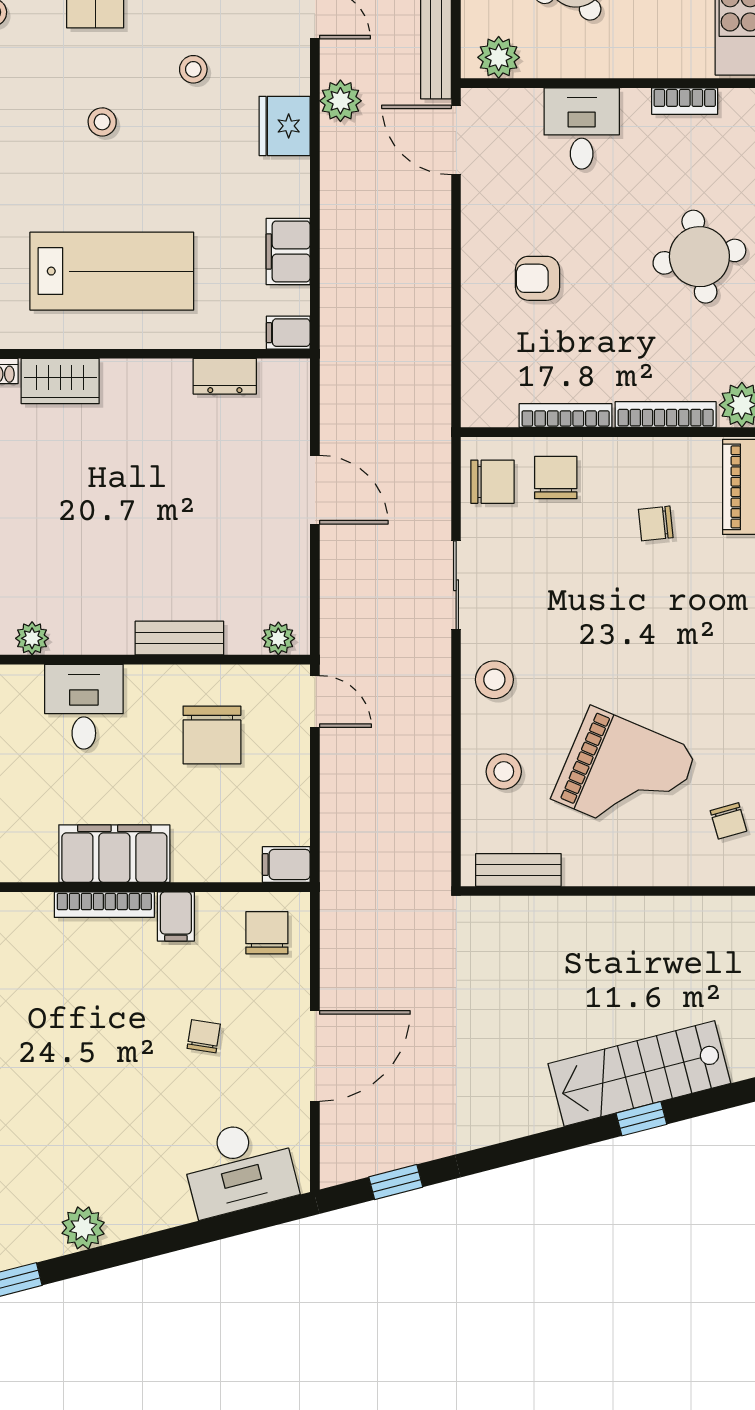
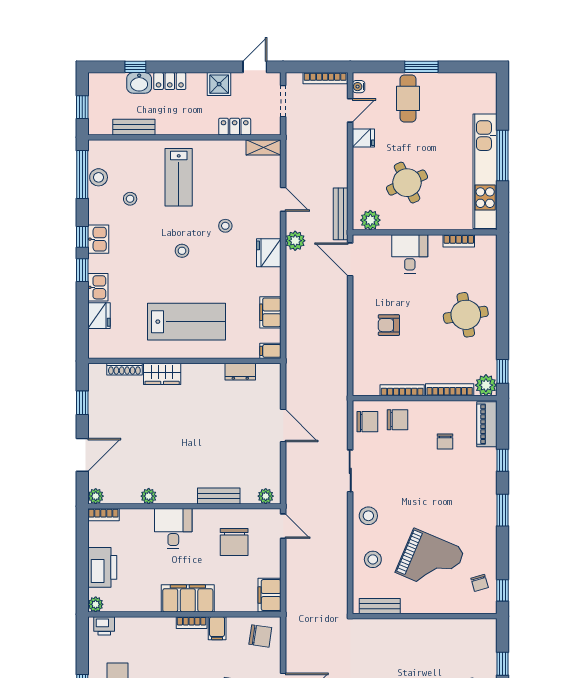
chair: (556, 478) -> (398, 420), turned 90
chair: (656, 523) -> (445, 442), turned -84
filing cabinet: (286, 865) -> (269, 595), width x2.00
bookcase: (104, 905) -> (192, 623), width x0.64
chair: (267, 933) -> (260, 636), turned 98

